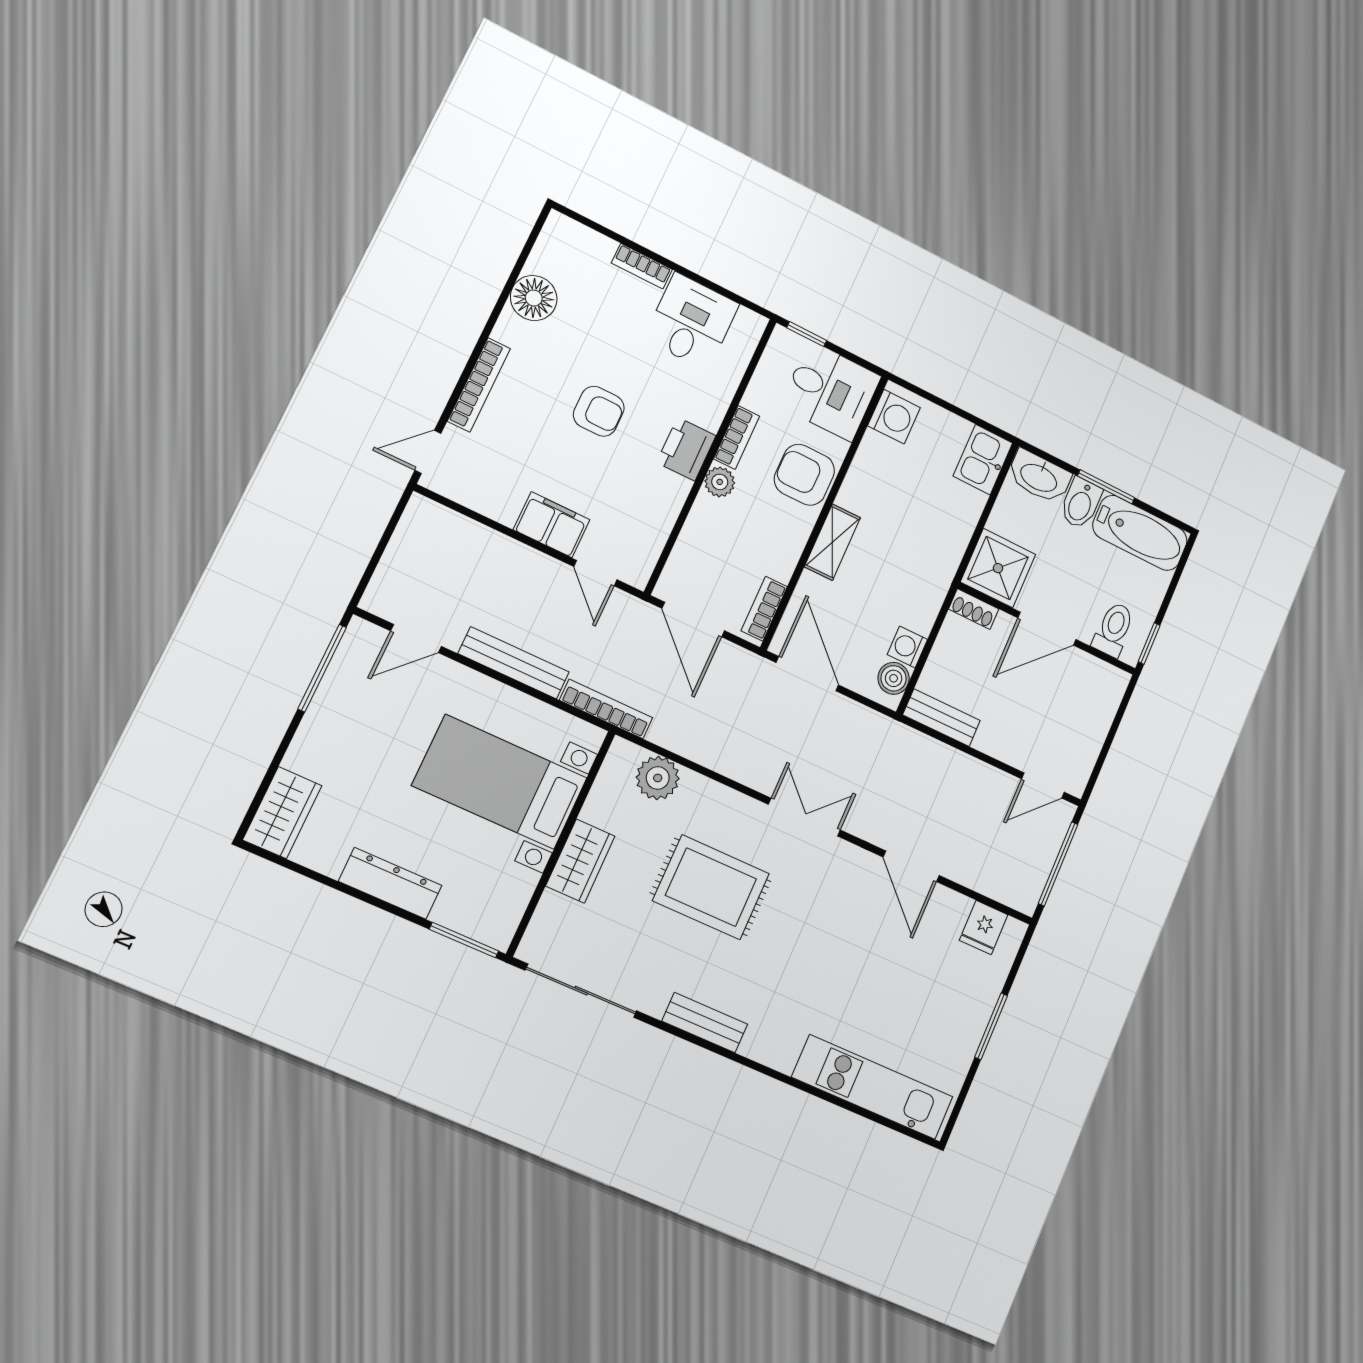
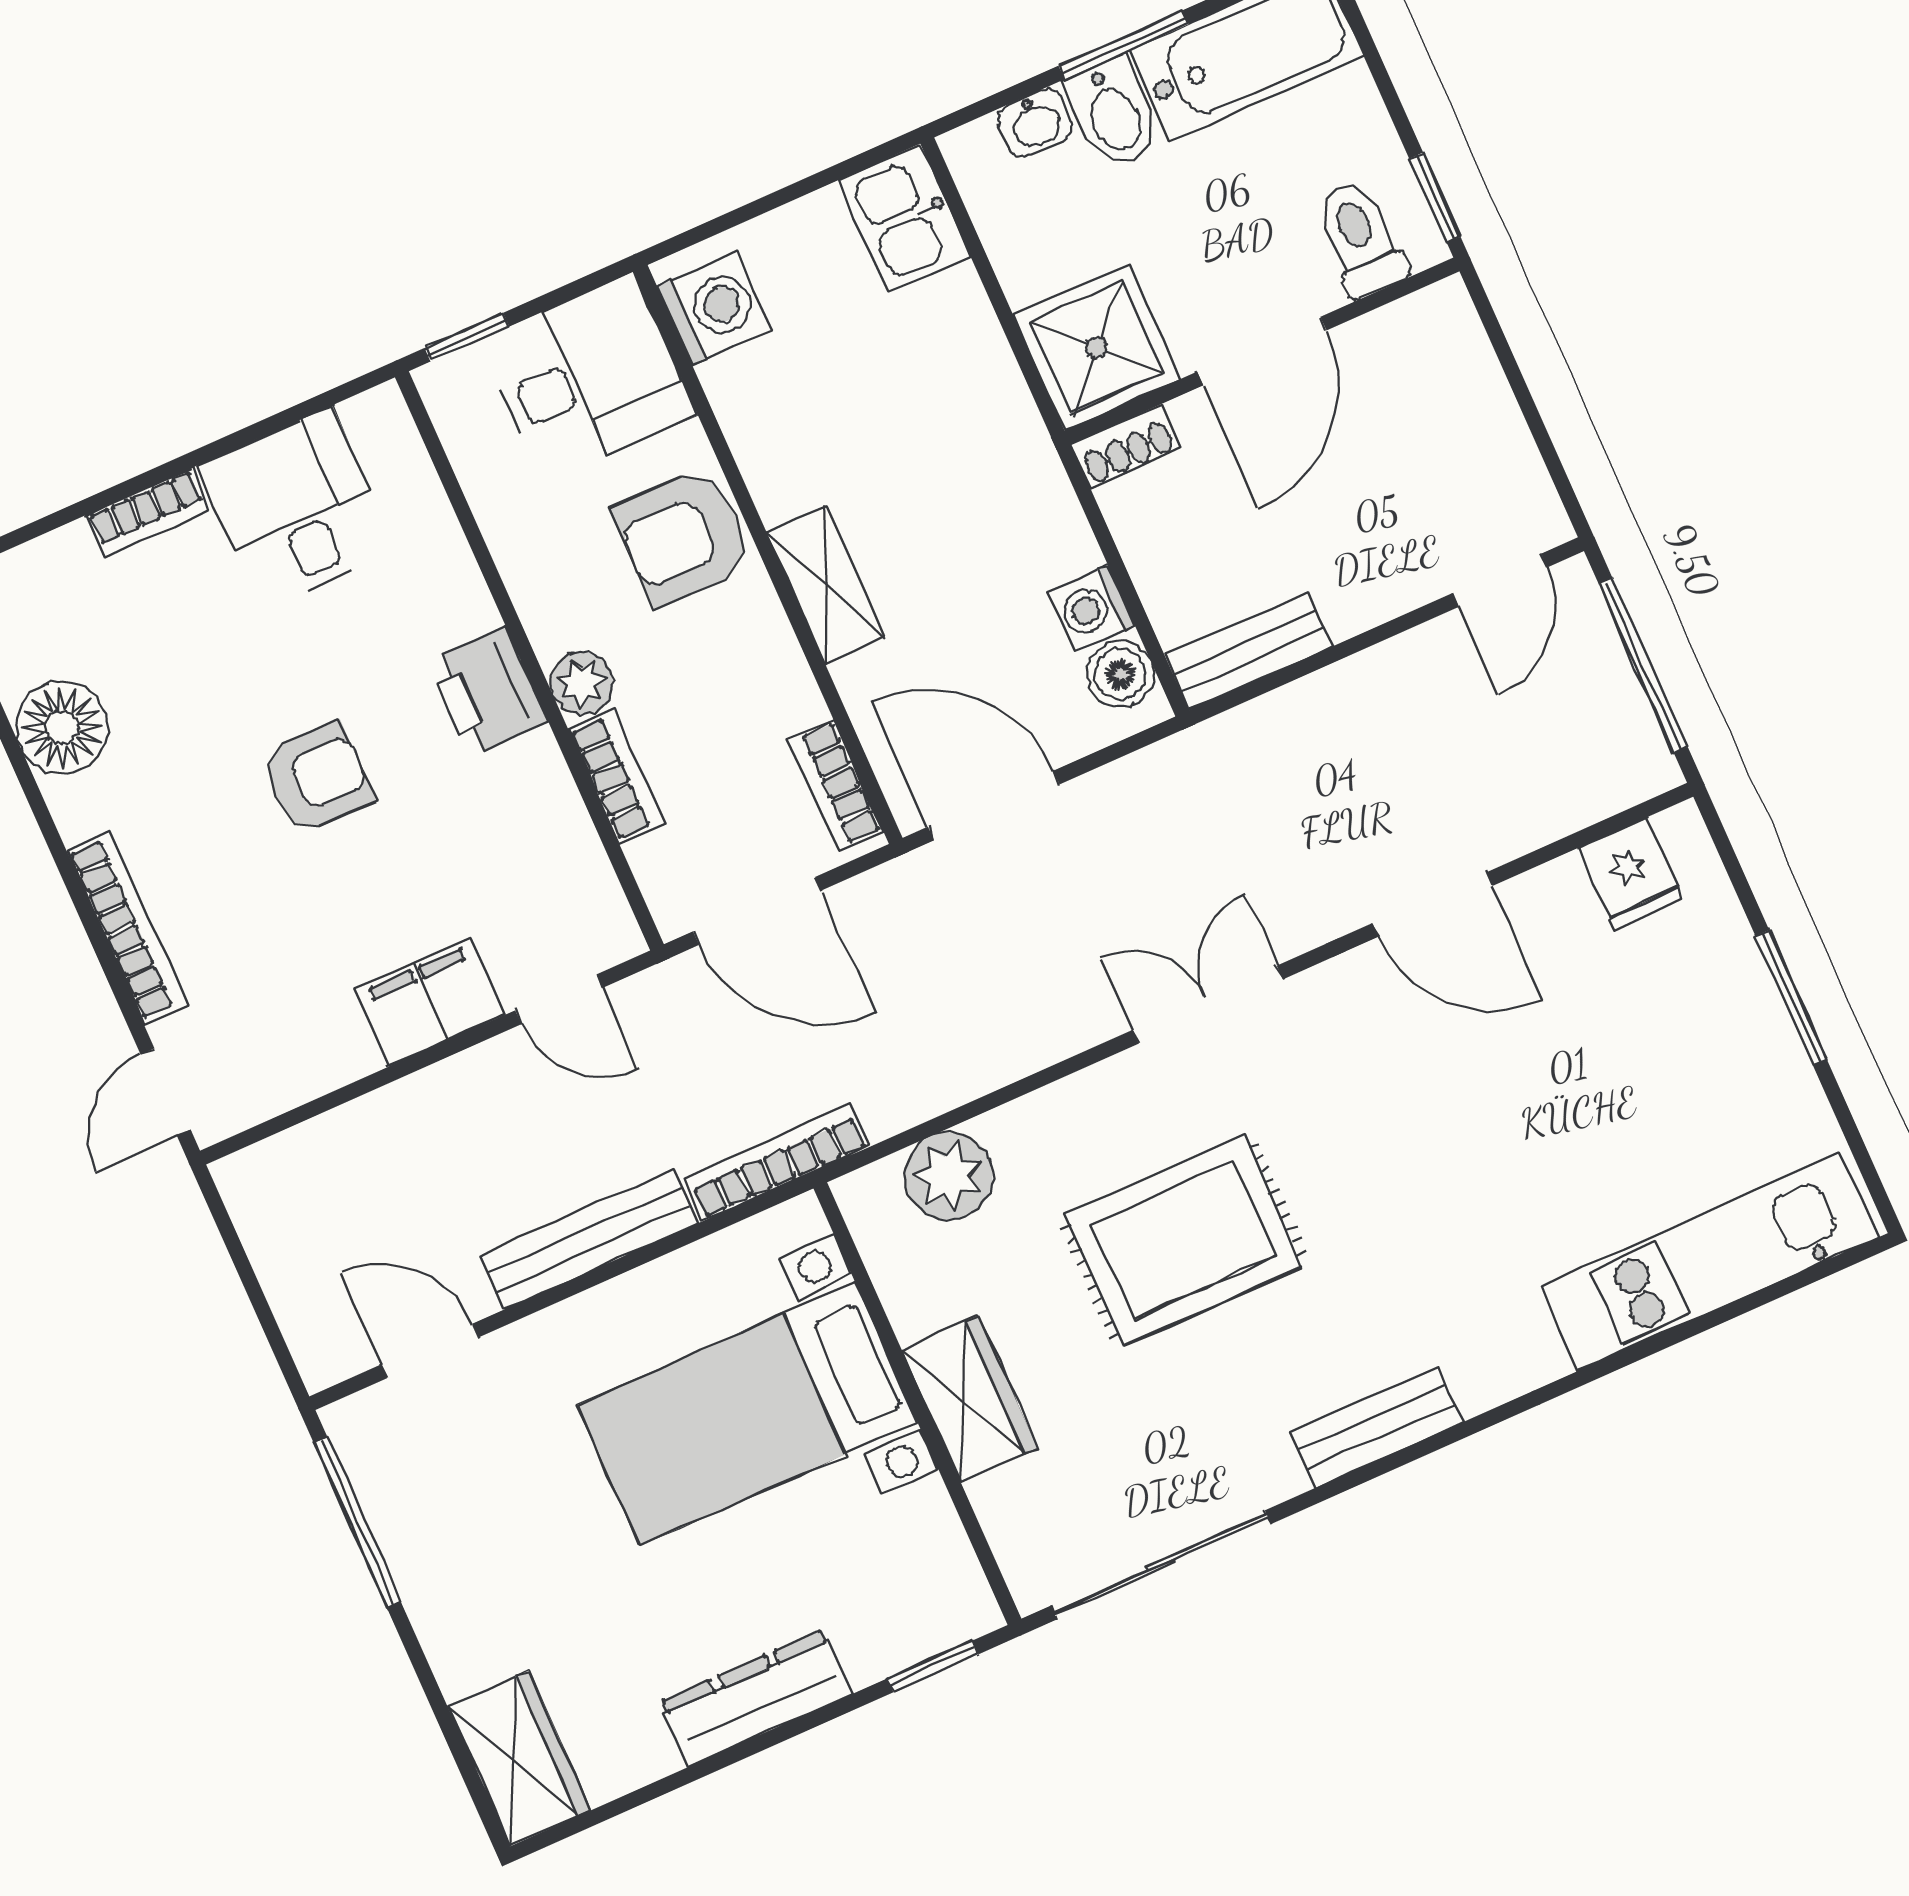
bookcase: (737, 437) -> (616, 776), moved
washbasin: (1039, 477) -> (1035, 123), width x0.52, depth x0.69
door: (416, 639) -> (430, 1351), swing flipped
window: (464, 940) -> (933, 1666), width x0.67

